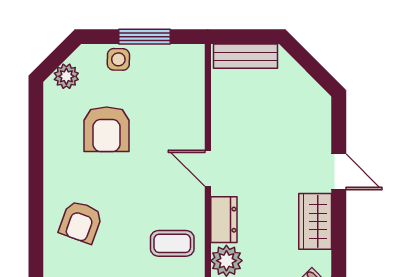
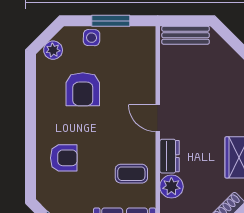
armchair: (81, 222) -> (64, 158), turned -110

